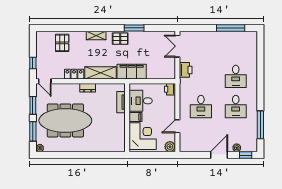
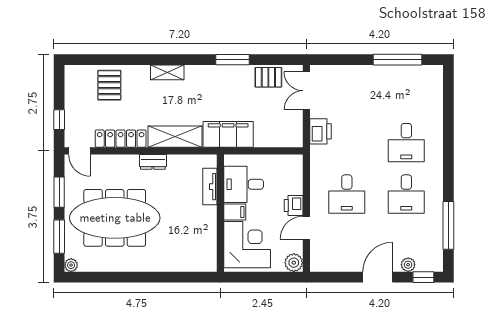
pallet: (120, 39) -> (268, 77), moved
locker: (74, 74) -> (121, 139), width x1.53
printer: (170, 89) -> (294, 206), moved

